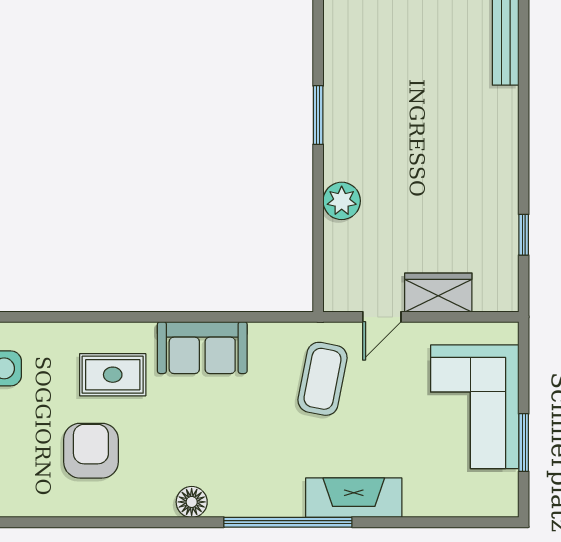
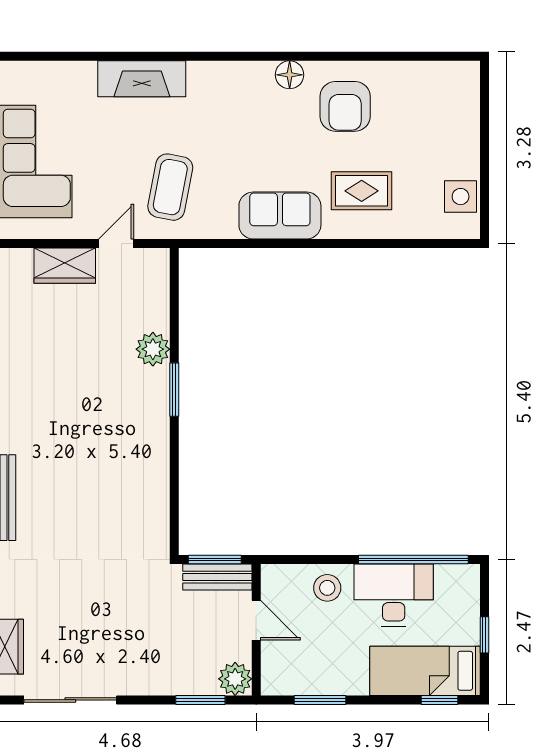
window: (318, 115) -> (174, 390), moved
armchair: (91, 451) -> (345, 106), moved
window: (288, 522) -> (202, 56), removed

